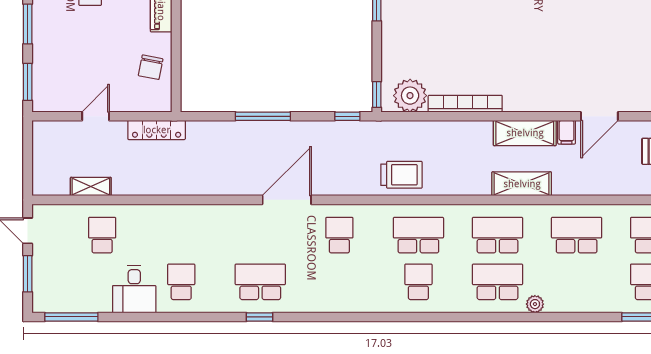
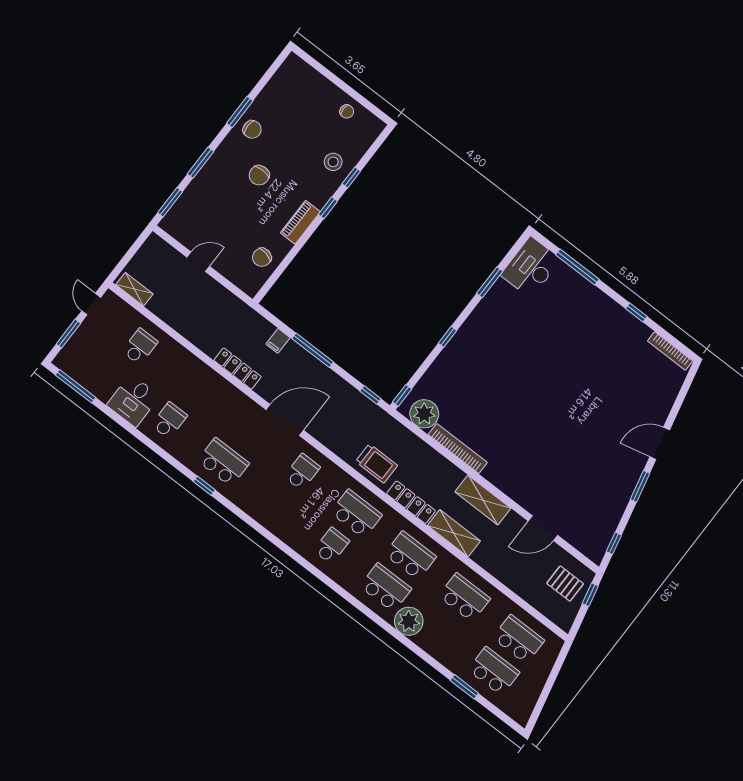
locker: (157, 130) -> (238, 369), moved, turned 180
filing cabinet: (567, 132) -> (278, 341), moved
locker: (460, 186) -> (411, 502), added
shelving: (91, 187) -> (134, 289), moved
plant: (535, 304) -> (409, 621), width x1.88, depth x1.88

